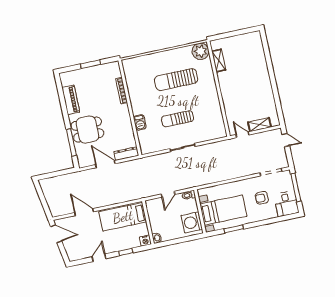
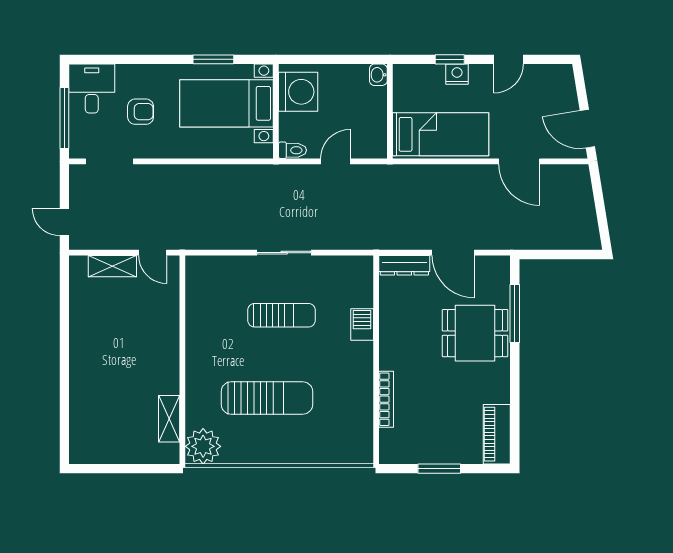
piano: (71, 100) -> (497, 434), moved
nightstand: (145, 241) -> (457, 74), moved

